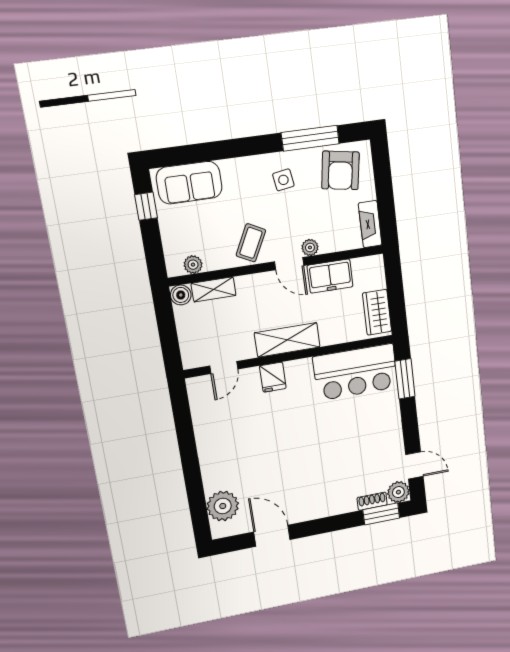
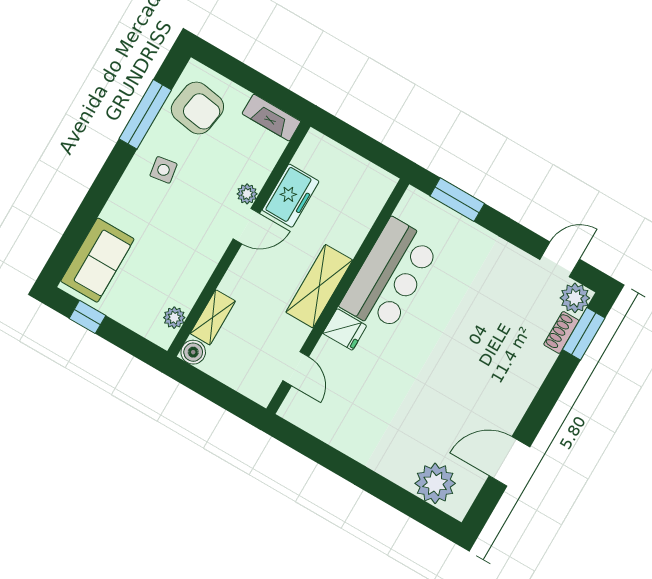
coffee table: (251, 243) -> (197, 247), removed
wardrobe: (377, 312) -> (365, 176), removed
bar counter: (356, 372) -> (390, 276), moved

